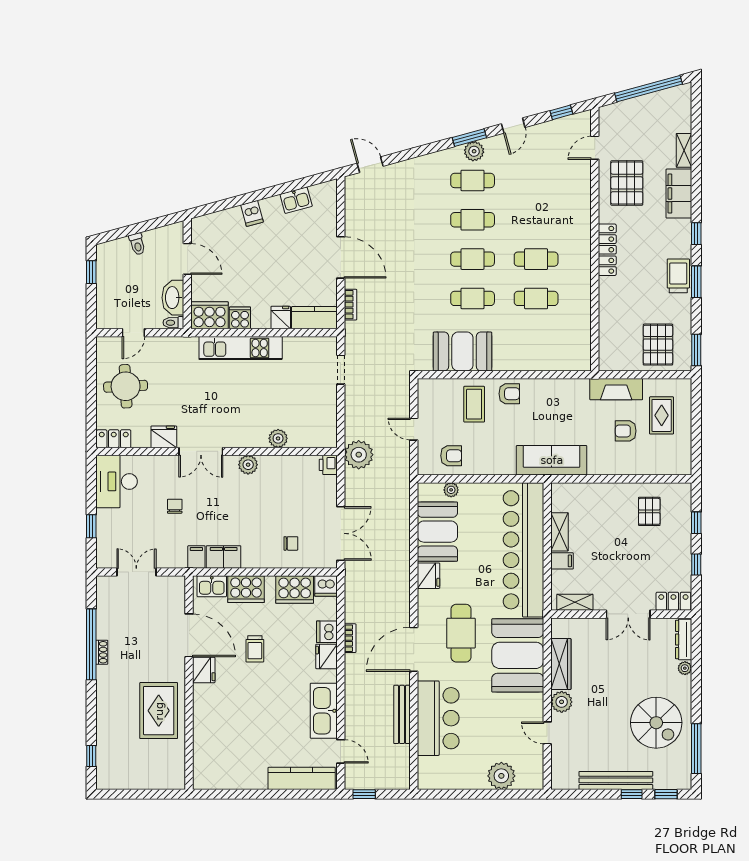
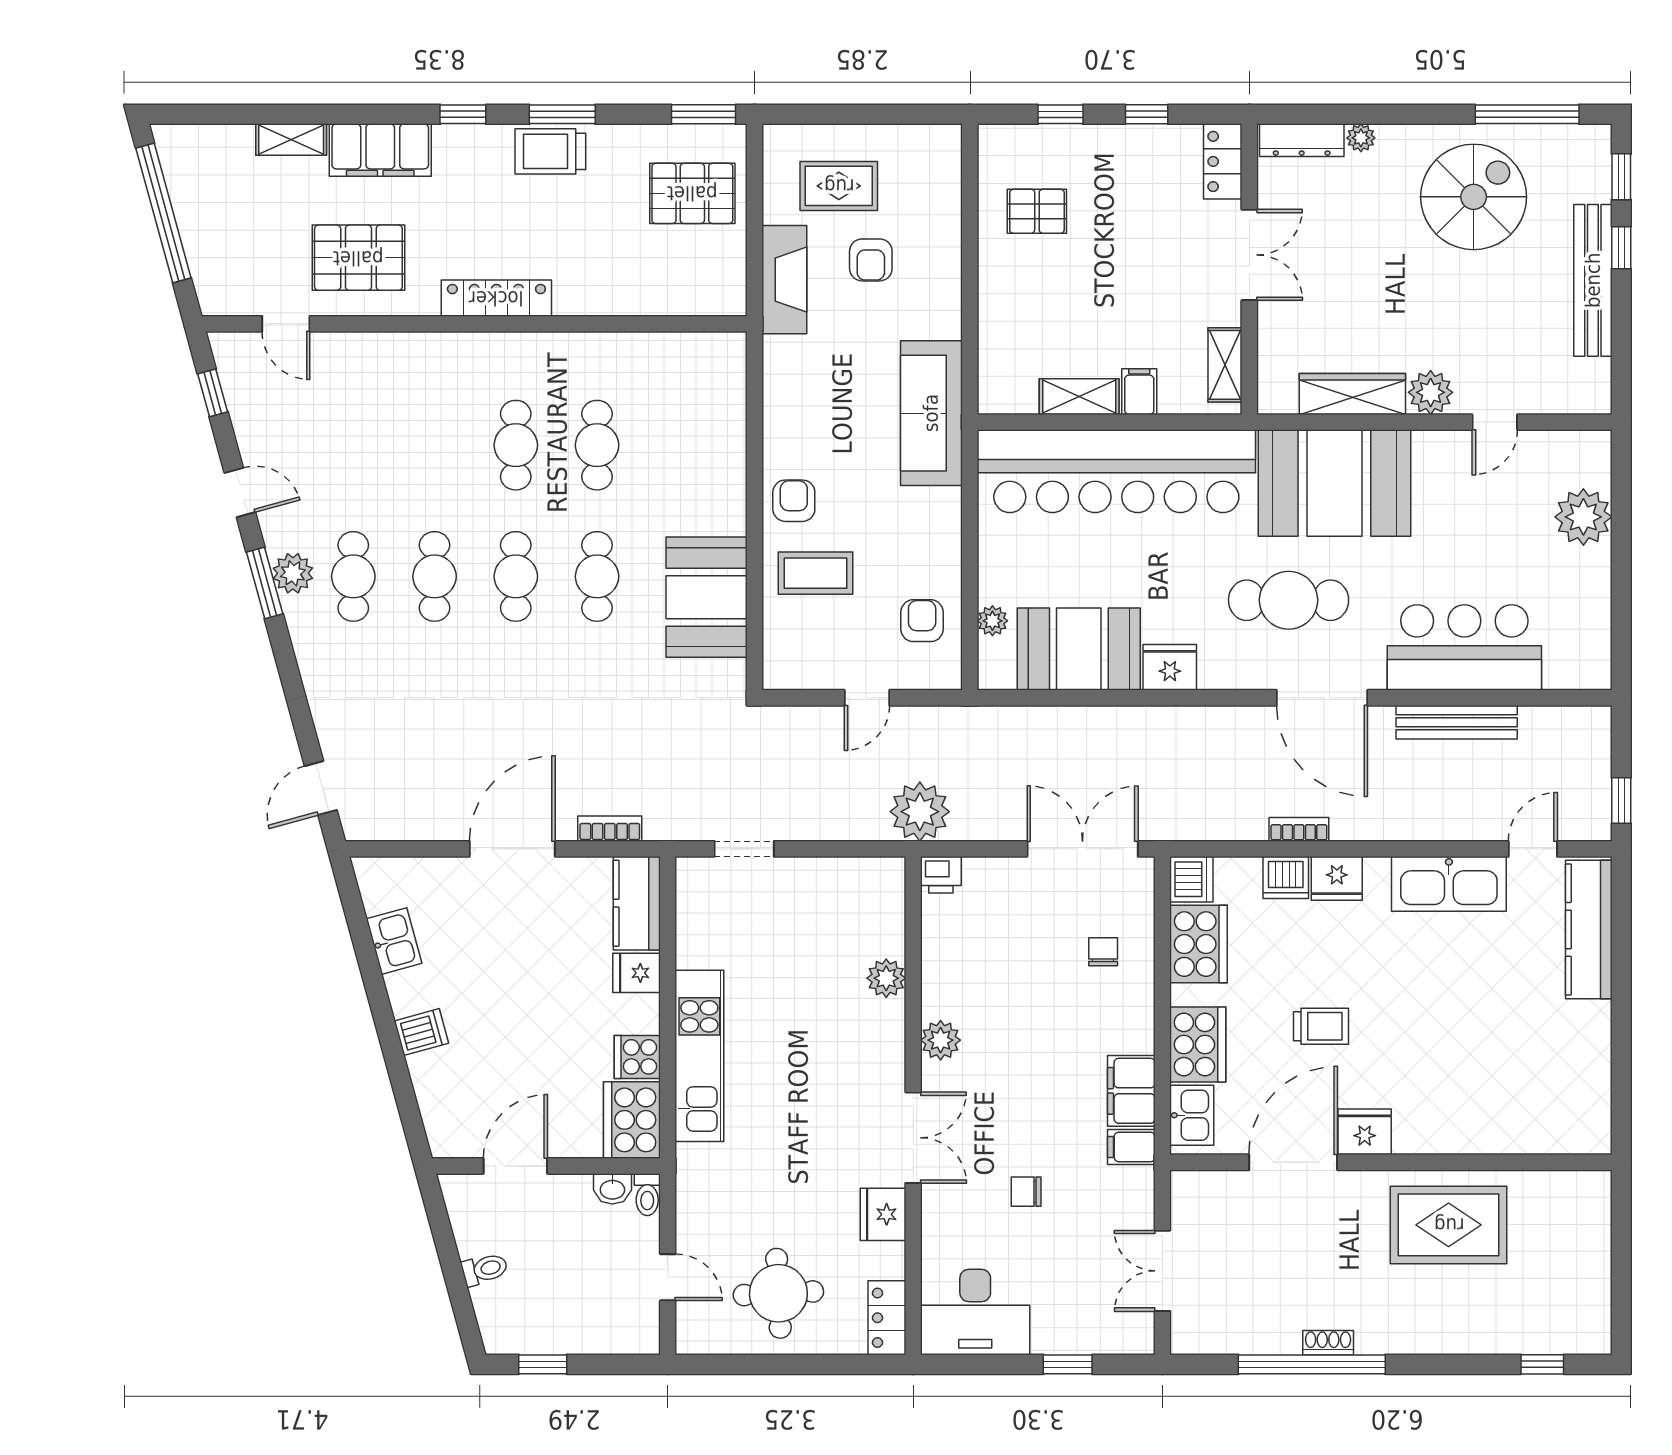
washbasin: (173, 298) -> (612, 1189), width x0.52, depth x0.69

